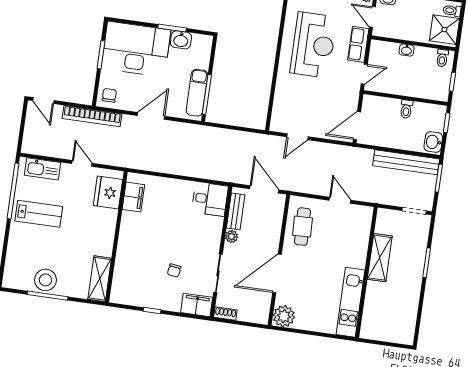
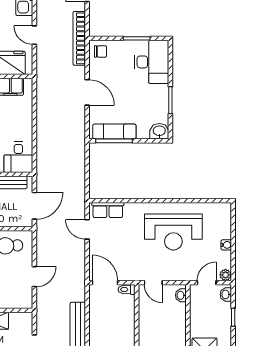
washbasin: (181, 40) -> (159, 131), moved, turned 90
row of seats: (358, 44) -> (108, 210), moved, turned 180
desk: (136, 49) -> (152, 62), width x0.73, depth x0.77
washbasin: (407, 50) -> (181, 295), moved
toilet: (406, 109) -> (127, 289), moved
door: (82, 163) -> (34, 35), swing flipped

